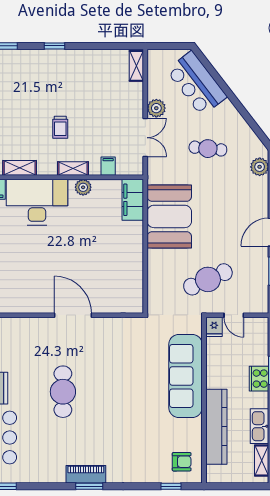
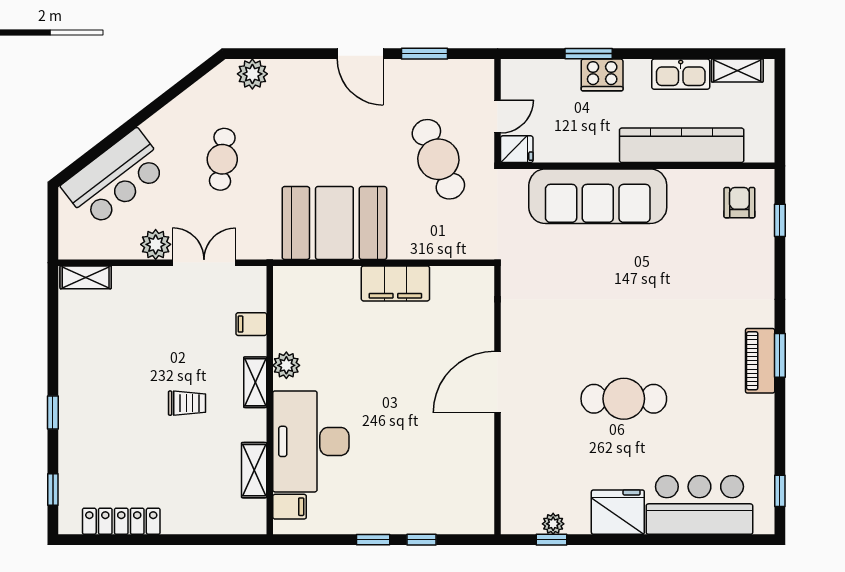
filing cabinet: (133, 200) -> (395, 283), moved

